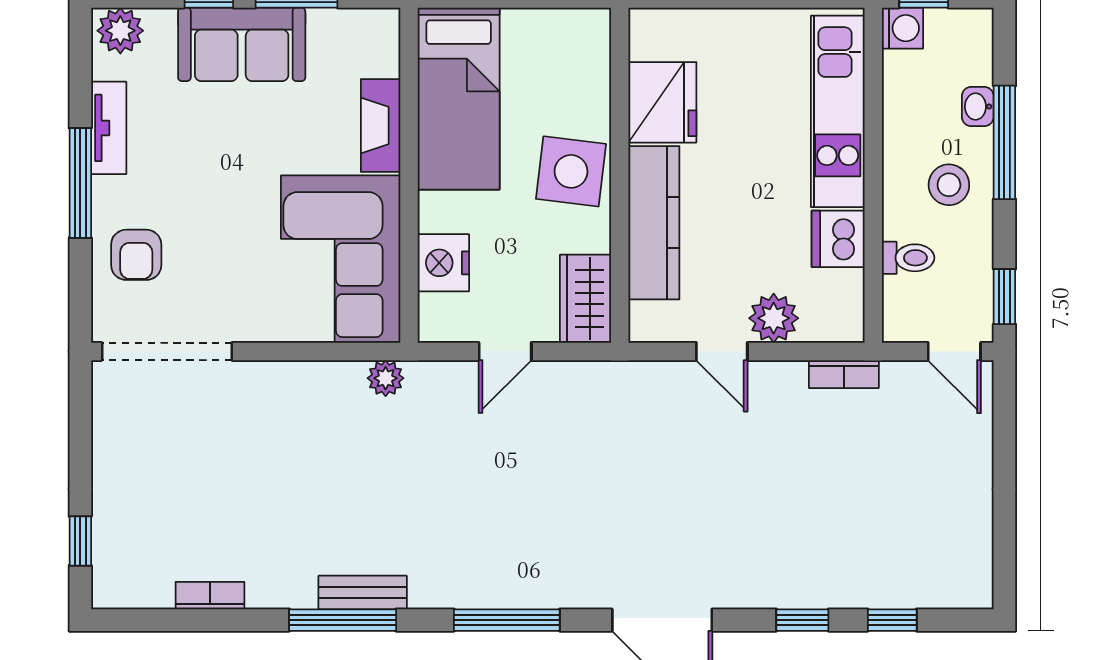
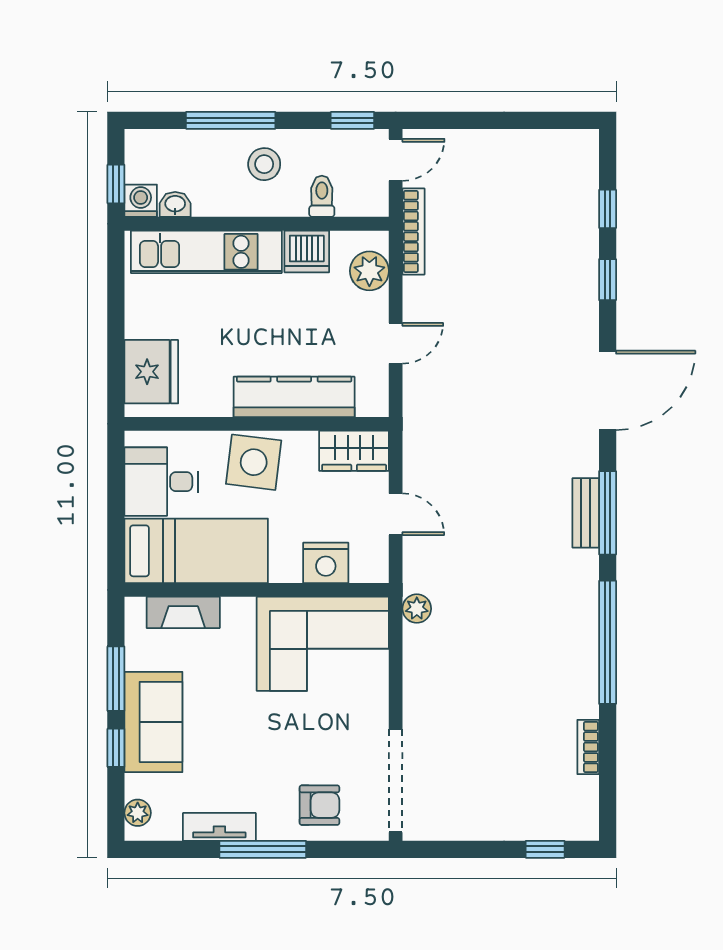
plant: (120, 31) -> (138, 813), width x0.73, depth x0.73
desk: (546, 54) -> (161, 482), added
fridge: (662, 102) -> (151, 372), moved, turned 90
washbasin: (978, 107) -> (175, 204), moved, turned 180
fireplace: (381, 125) -> (183, 612), moved
plant: (774, 318) -> (369, 271), moved
bookcase: (844, 374) -> (413, 231), width x1.56
bench: (363, 592) -> (586, 513), moved
window: (343, 620) -> (608, 642), width x1.46

